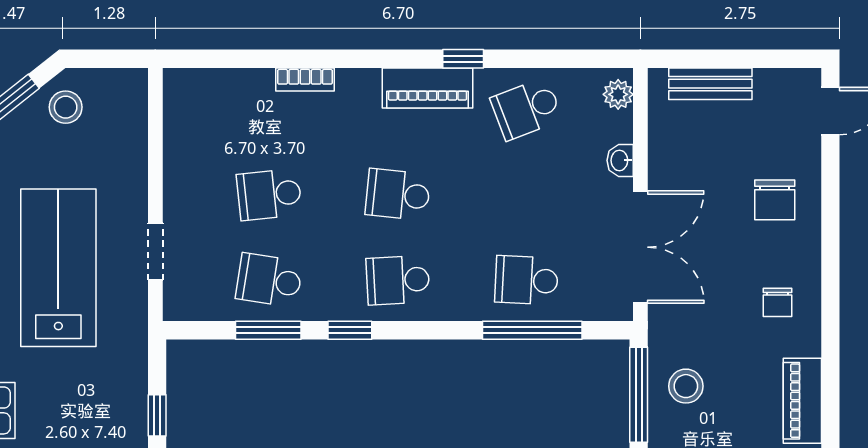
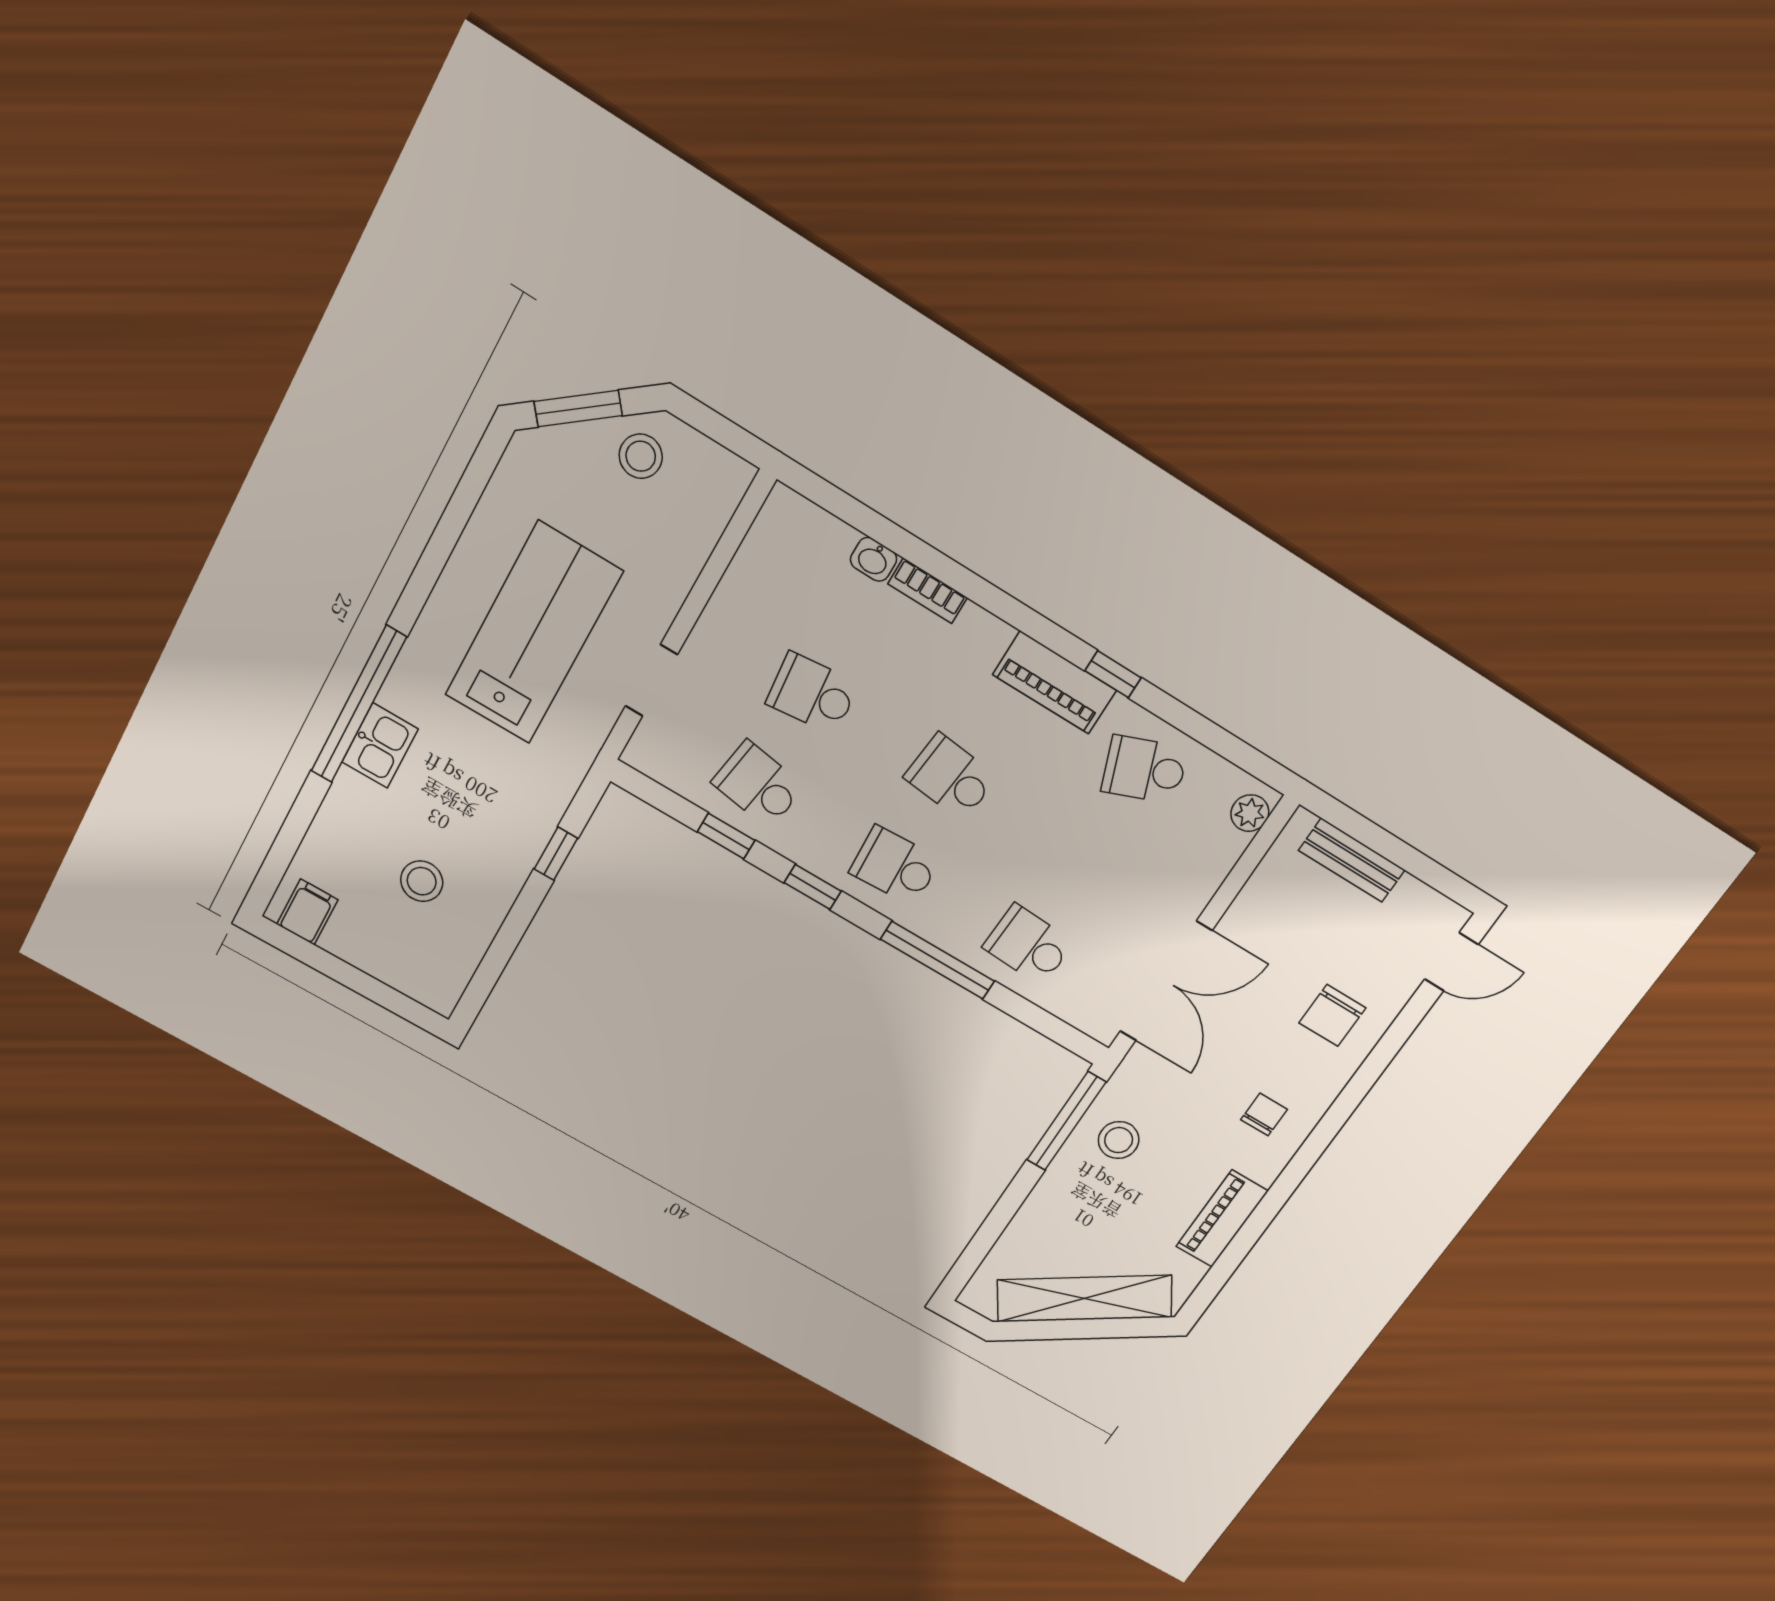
washbasin: (620, 160) -> (874, 559), moved, turned -90
chair: (777, 302) -> (1264, 1115), turned 180
window: (268, 330) -> (726, 836), width x0.67
window: (532, 330) -> (938, 960), moved

